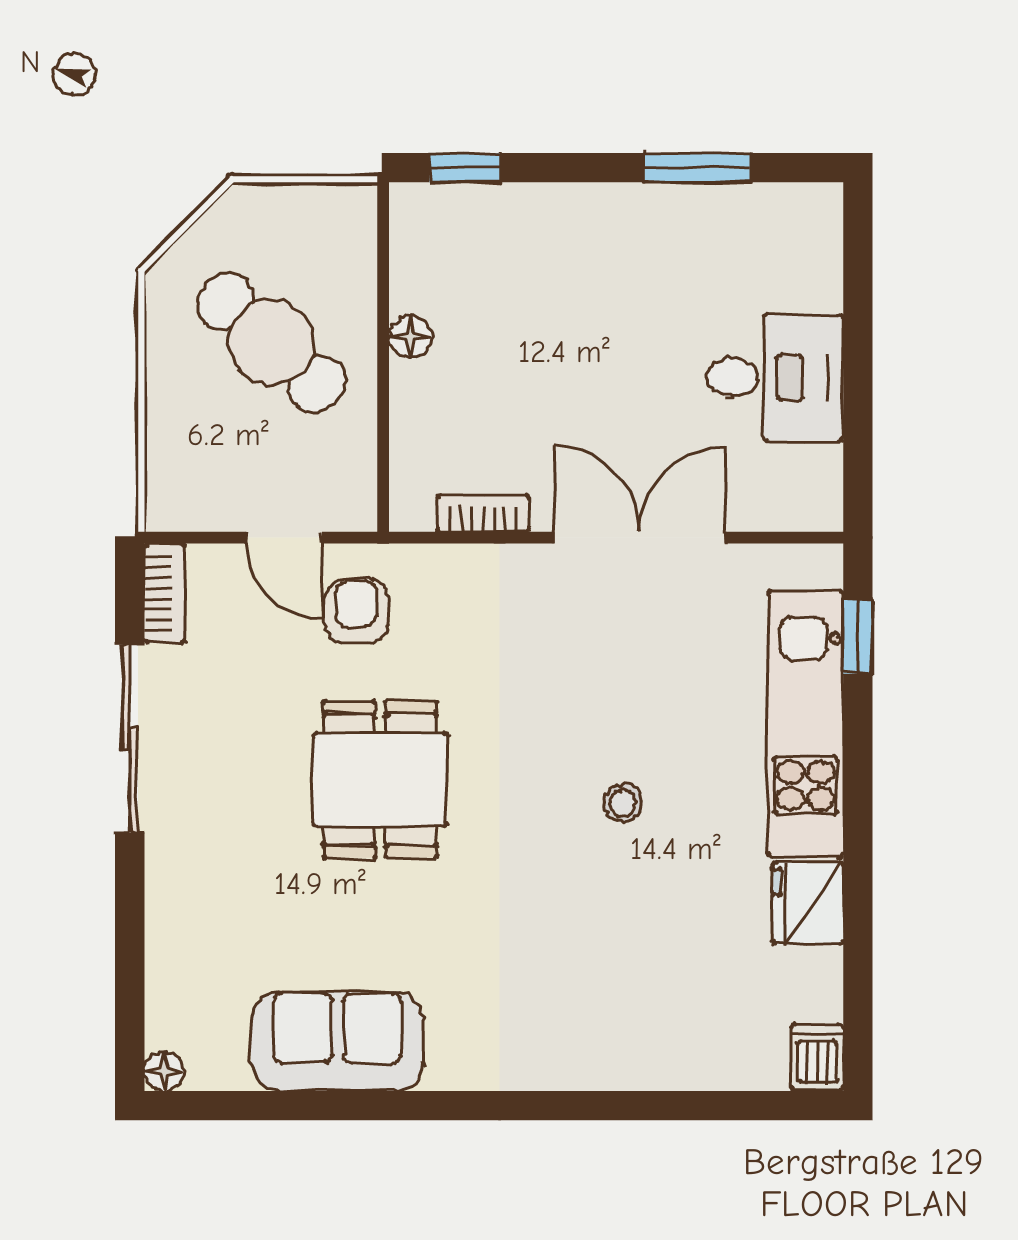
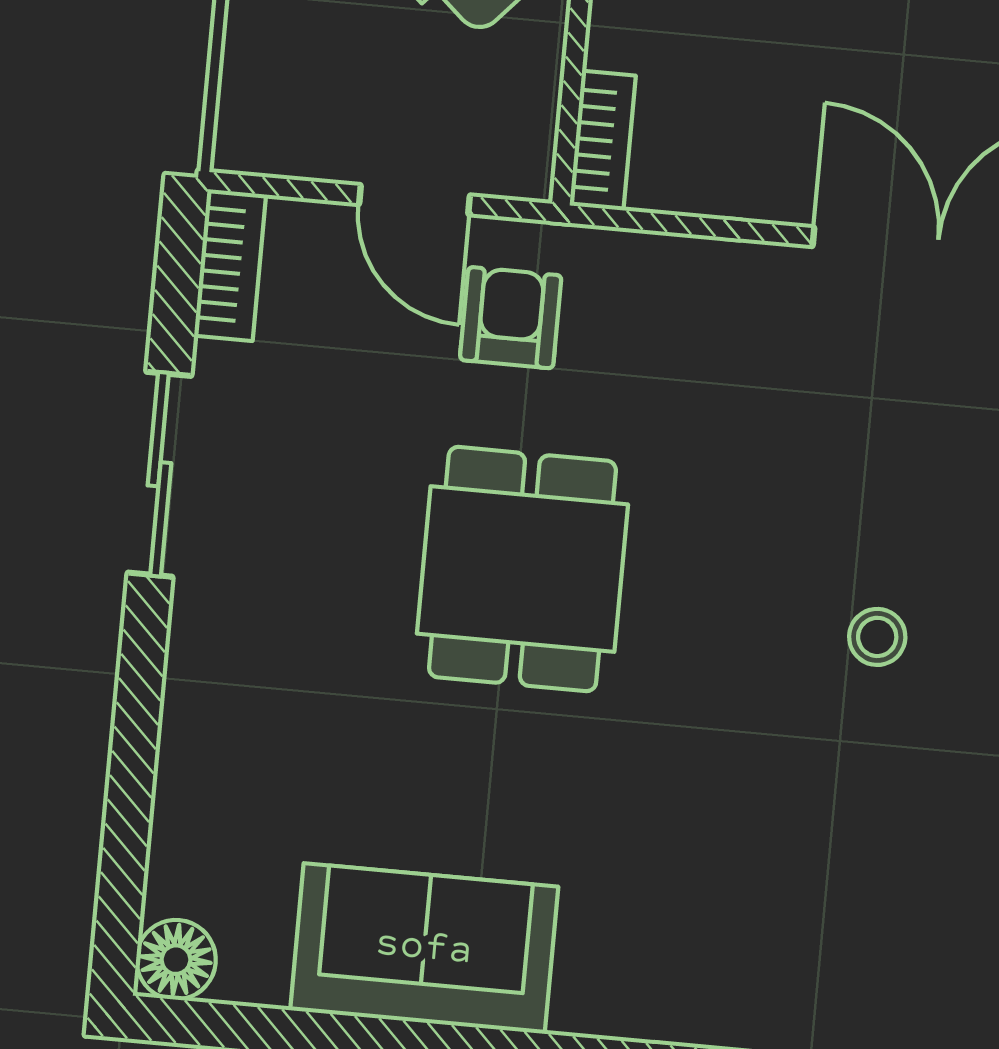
bookcase: (483, 513) -> (603, 141), moved, turned 90
sliding door: (130, 738) -> (159, 474), width x0.73
floor lamp: (164, 1071) -> (176, 960), width x1.37, depth x1.37

